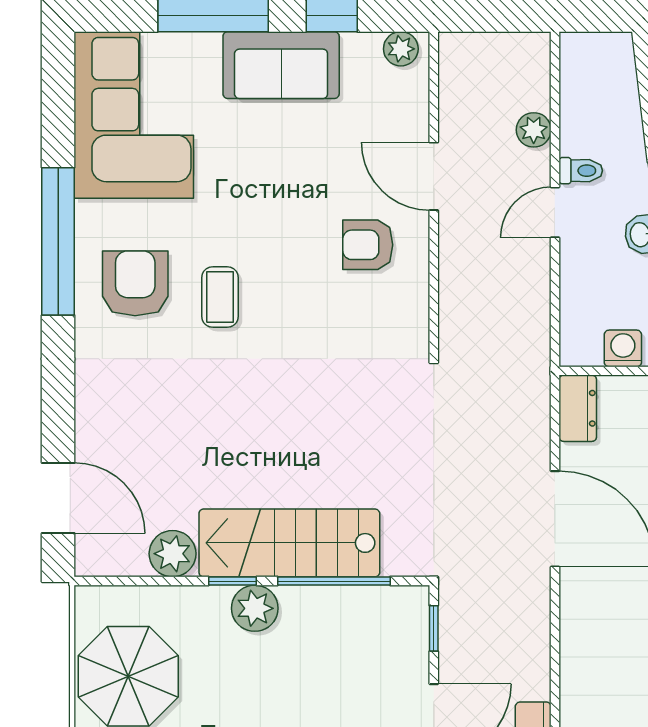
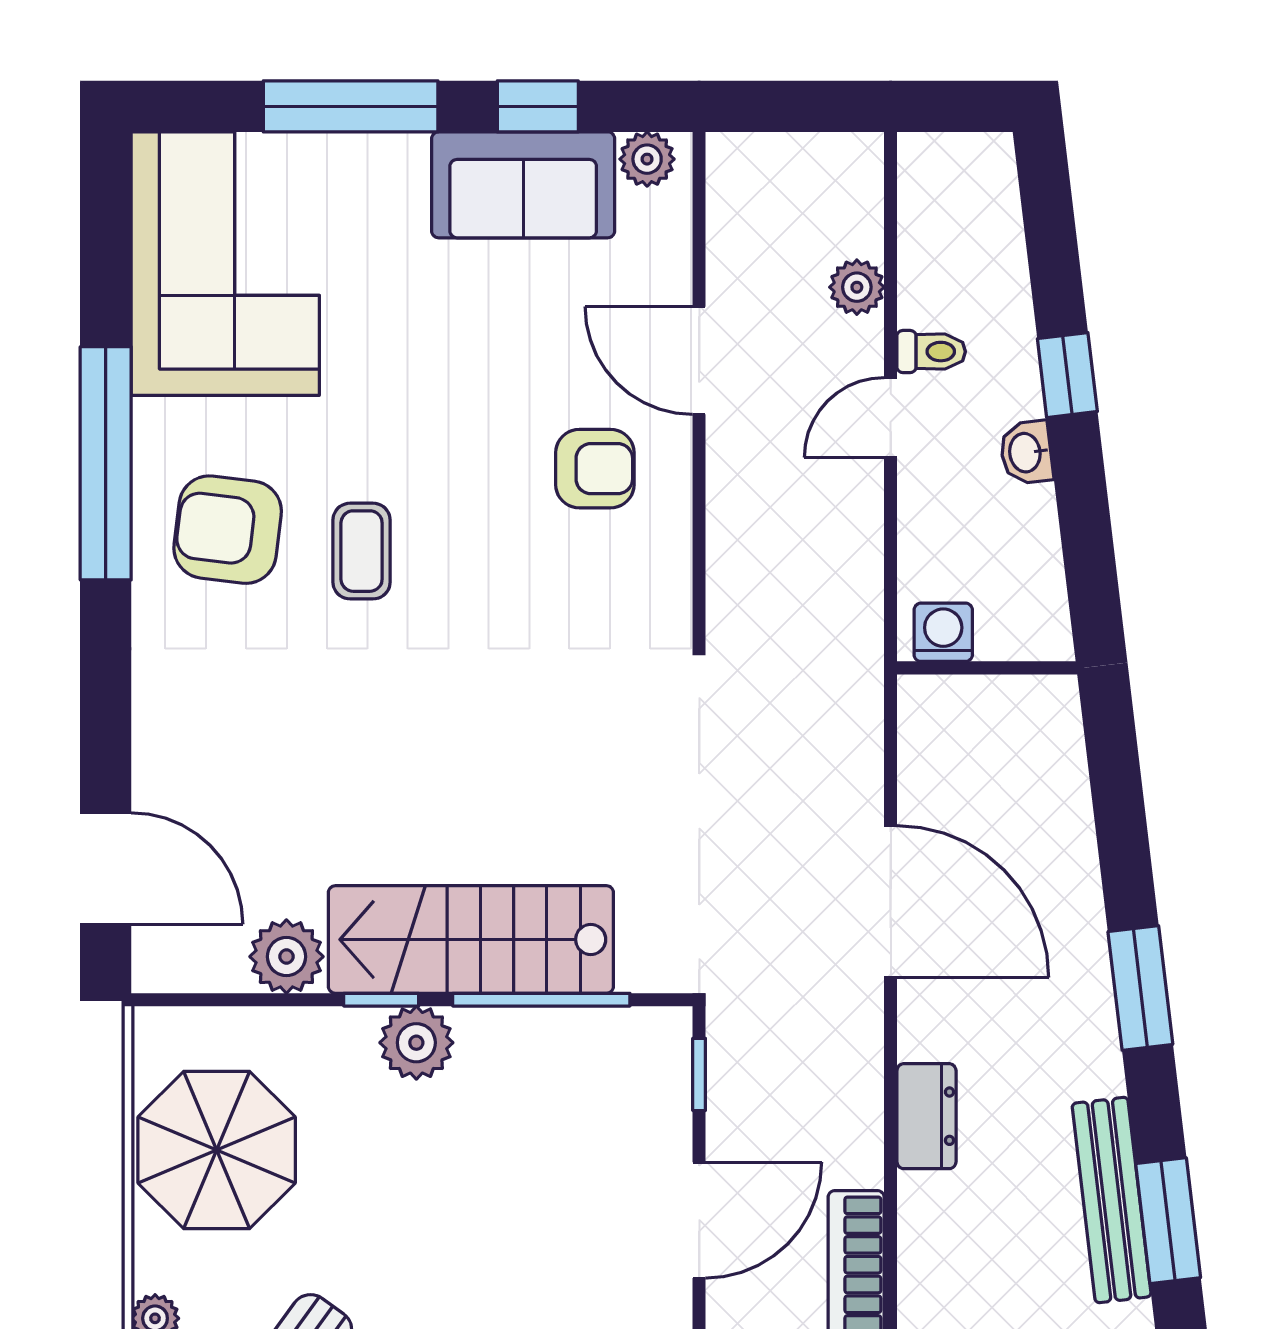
sofa: (281, 65) -> (523, 185), moved
armchair: (368, 245) -> (595, 469), turned 180
armchair: (135, 283) -> (228, 530), turned -83
washing machine: (623, 348) -> (943, 632), moved
dresser: (578, 408) -> (926, 1116), moved

